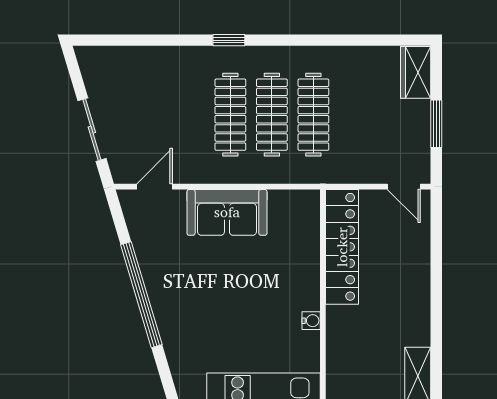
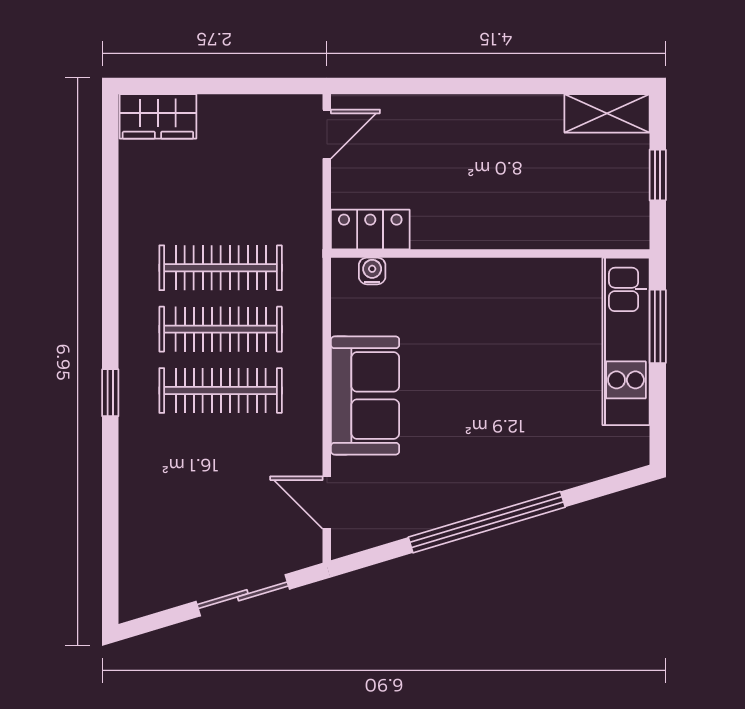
window: (436, 124) -> (234, 86), removed
locker: (342, 247) -> (370, 230), width x0.46, depth x0.83
water cooler: (311, 321) -> (372, 271), moved

